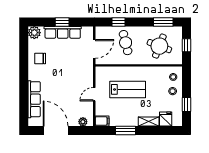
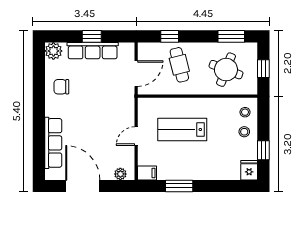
lab bench: (128, 89) -> (182, 129), turned 180
fridge: (166, 119) -> (249, 170), moved
shelving: (149, 122) -> (211, 174), removed

